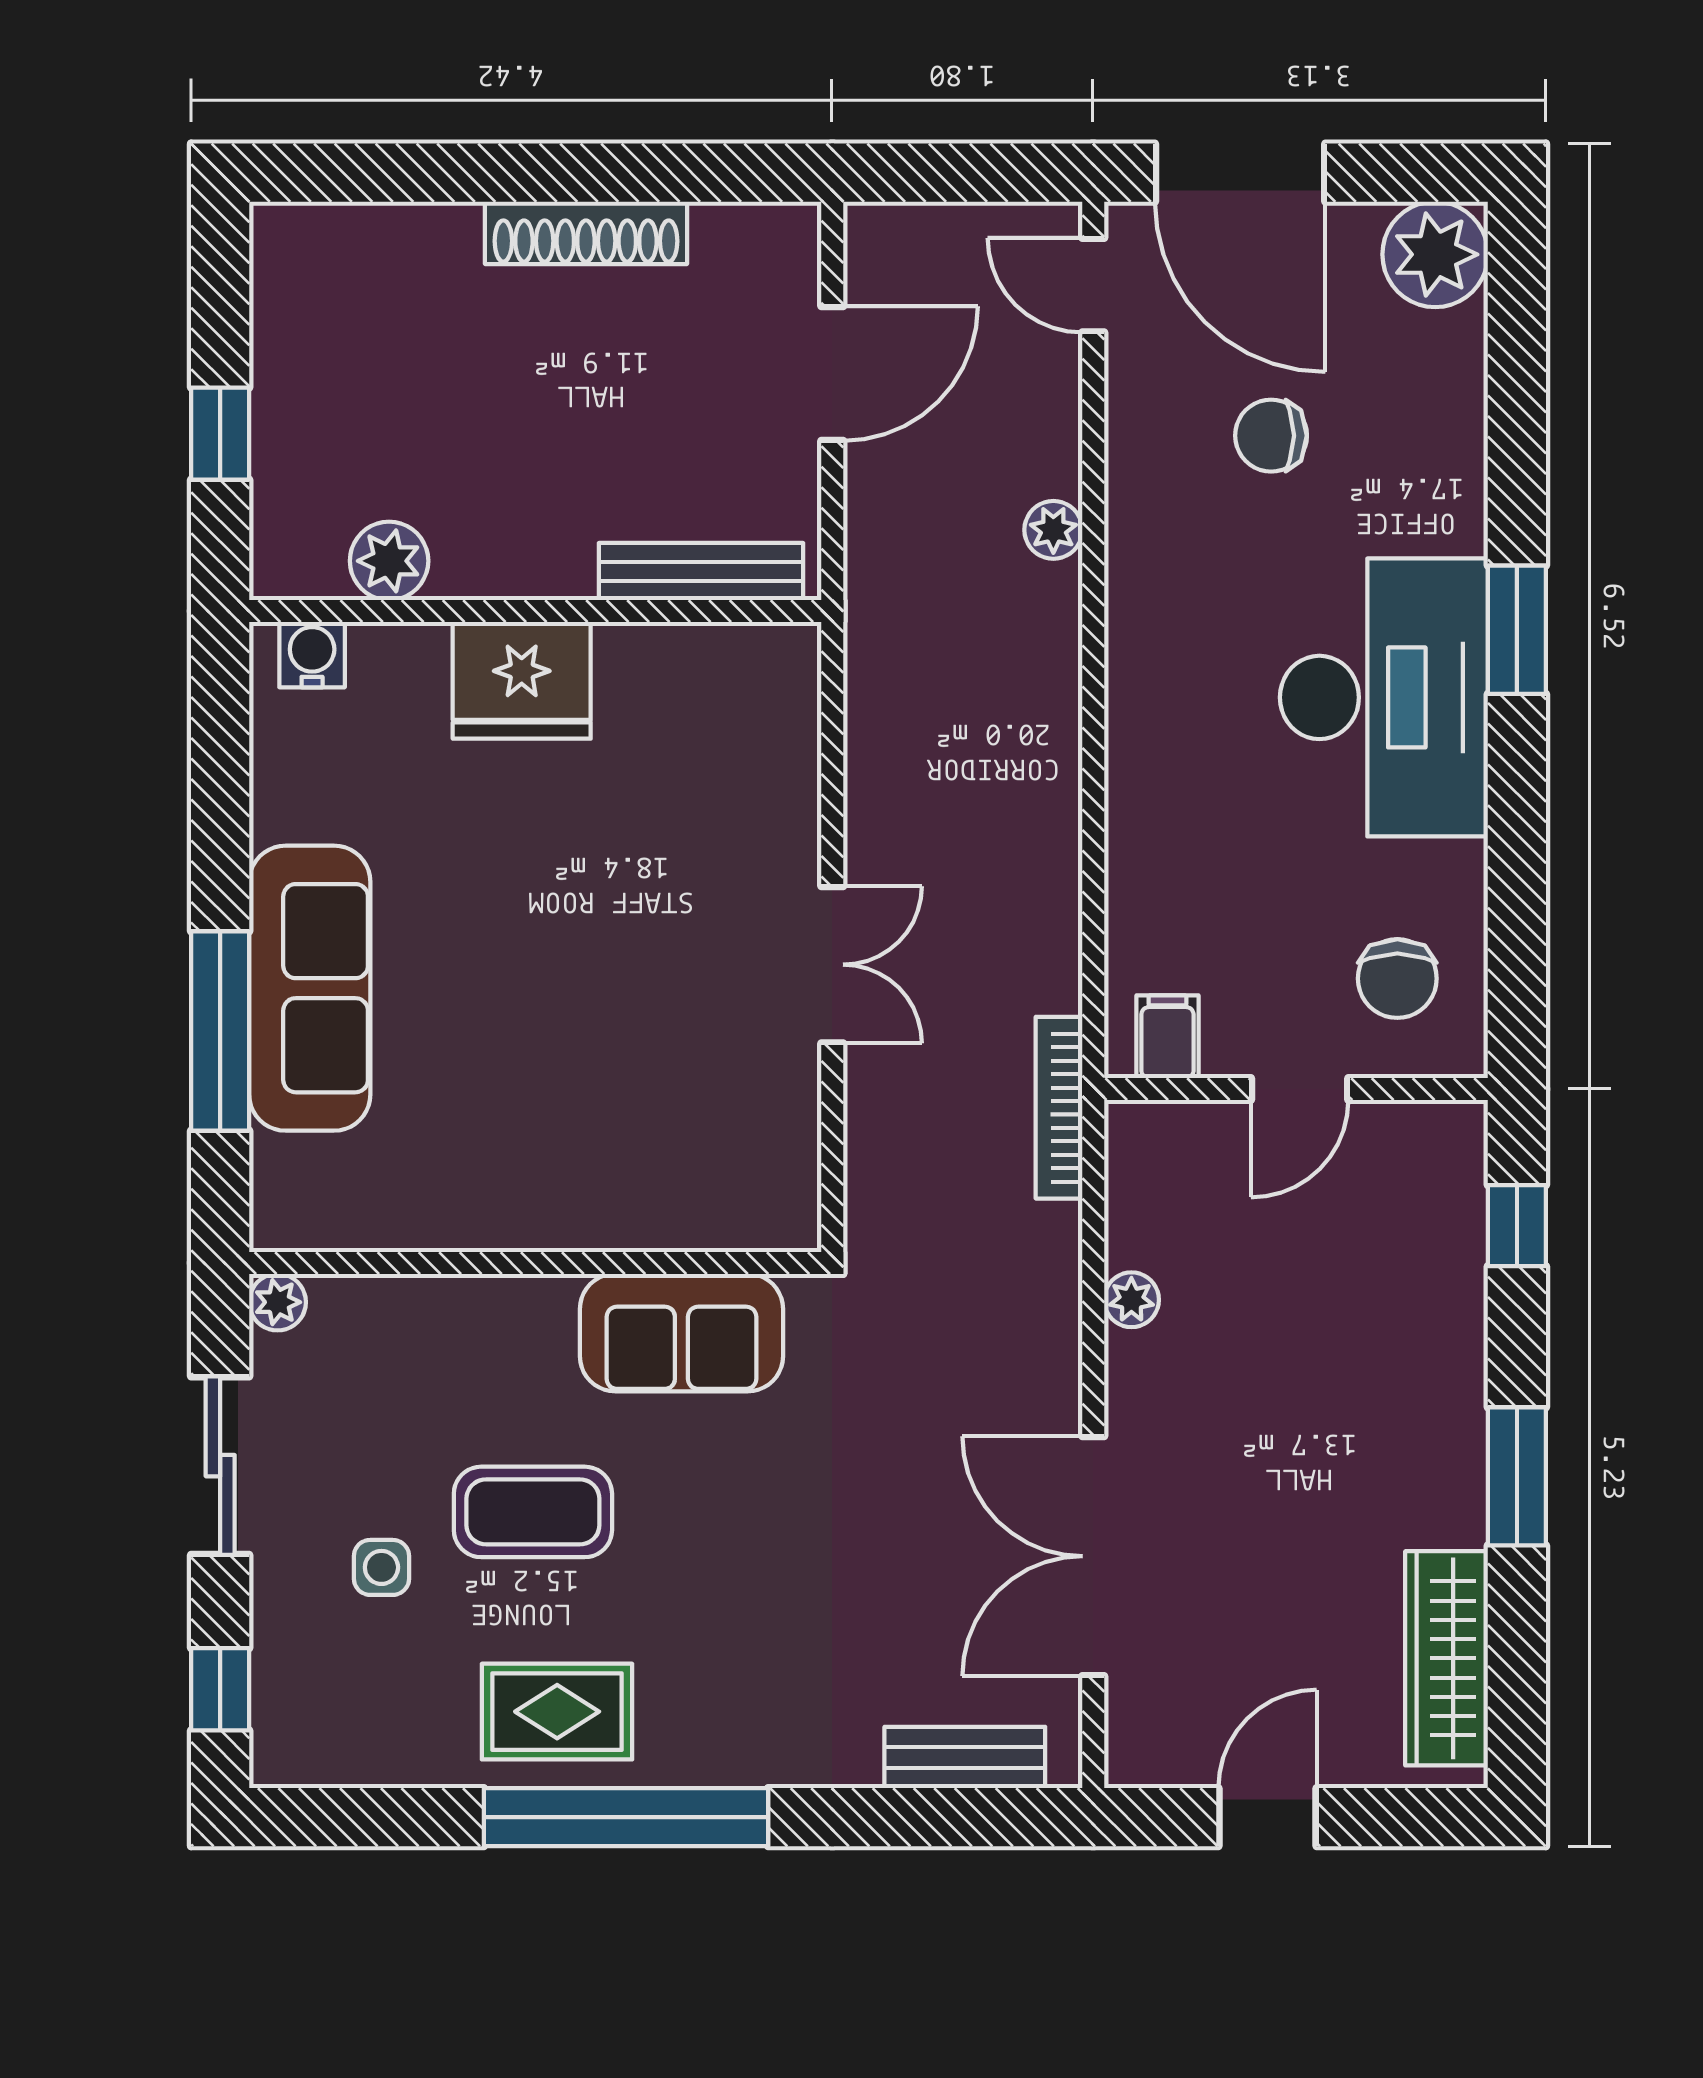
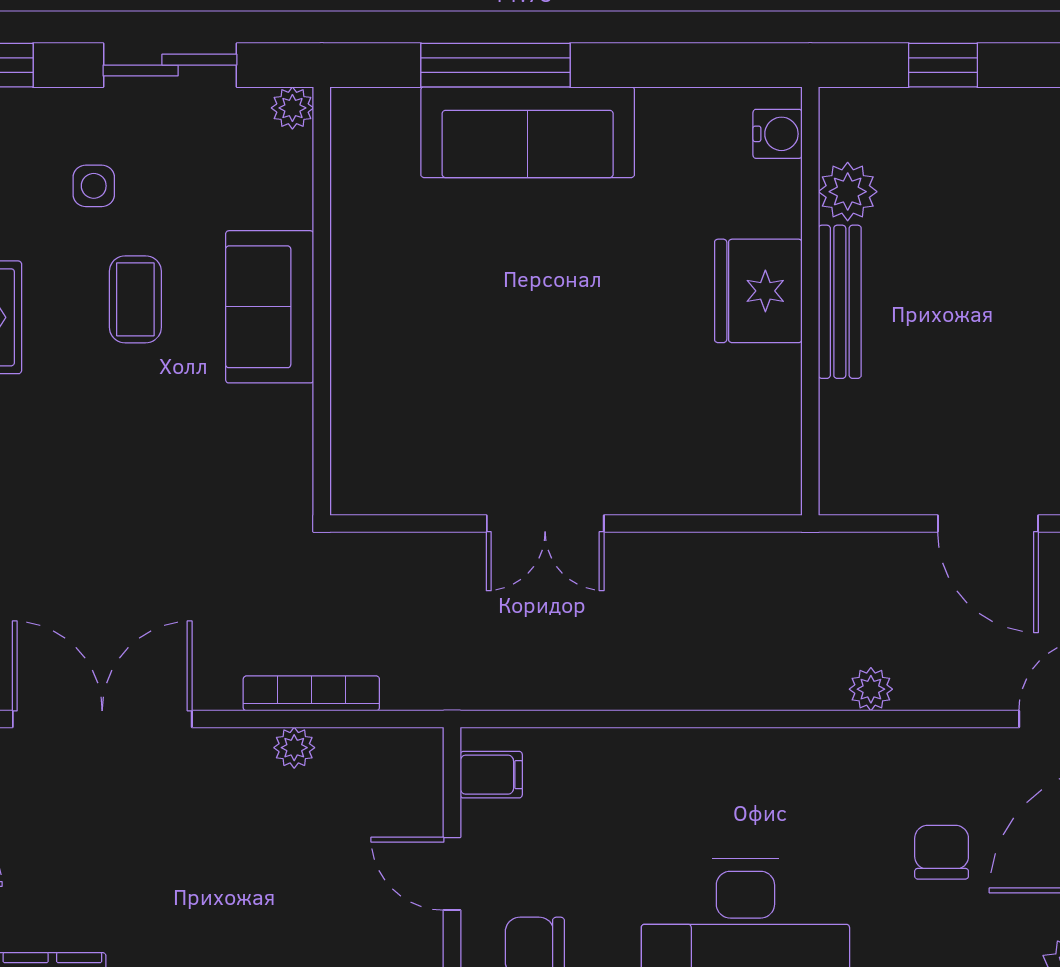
bench: (701, 571) -> (840, 302), moved
bookcase: (1059, 1108) -> (311, 693), moved
sofa: (681, 1333) -> (270, 307), moved
coffee table: (533, 1512) -> (135, 299), width x0.73, depth x0.77

